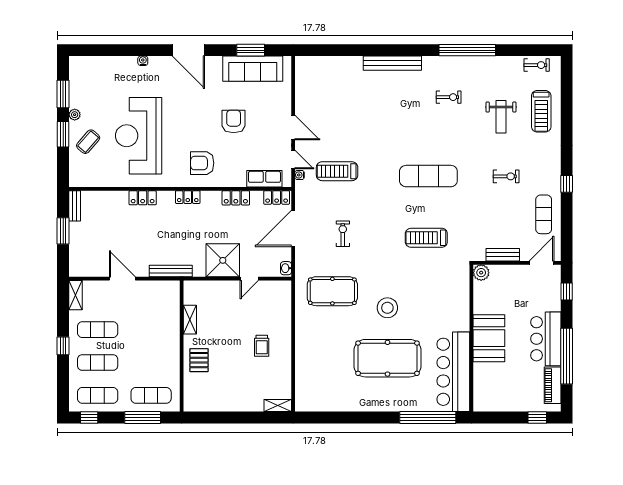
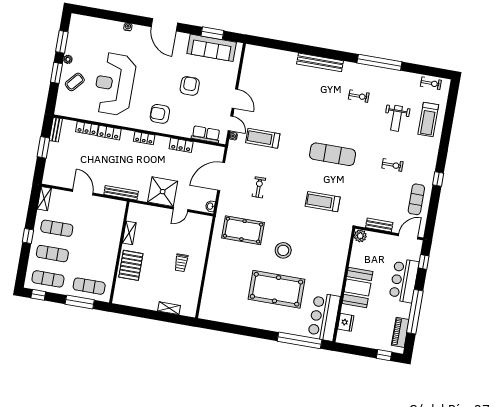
locker: (277, 197) -> (87, 128), moved
bar counter: (546, 339) -> (404, 281), moved
pallet: (199, 360) -> (131, 265), width x1.50, depth x1.42
bar counter: (453, 372) -> (324, 317), width x0.73
fridge: (482, 385) -> (346, 322), added
shelving: (278, 406) -> (169, 308), moved

